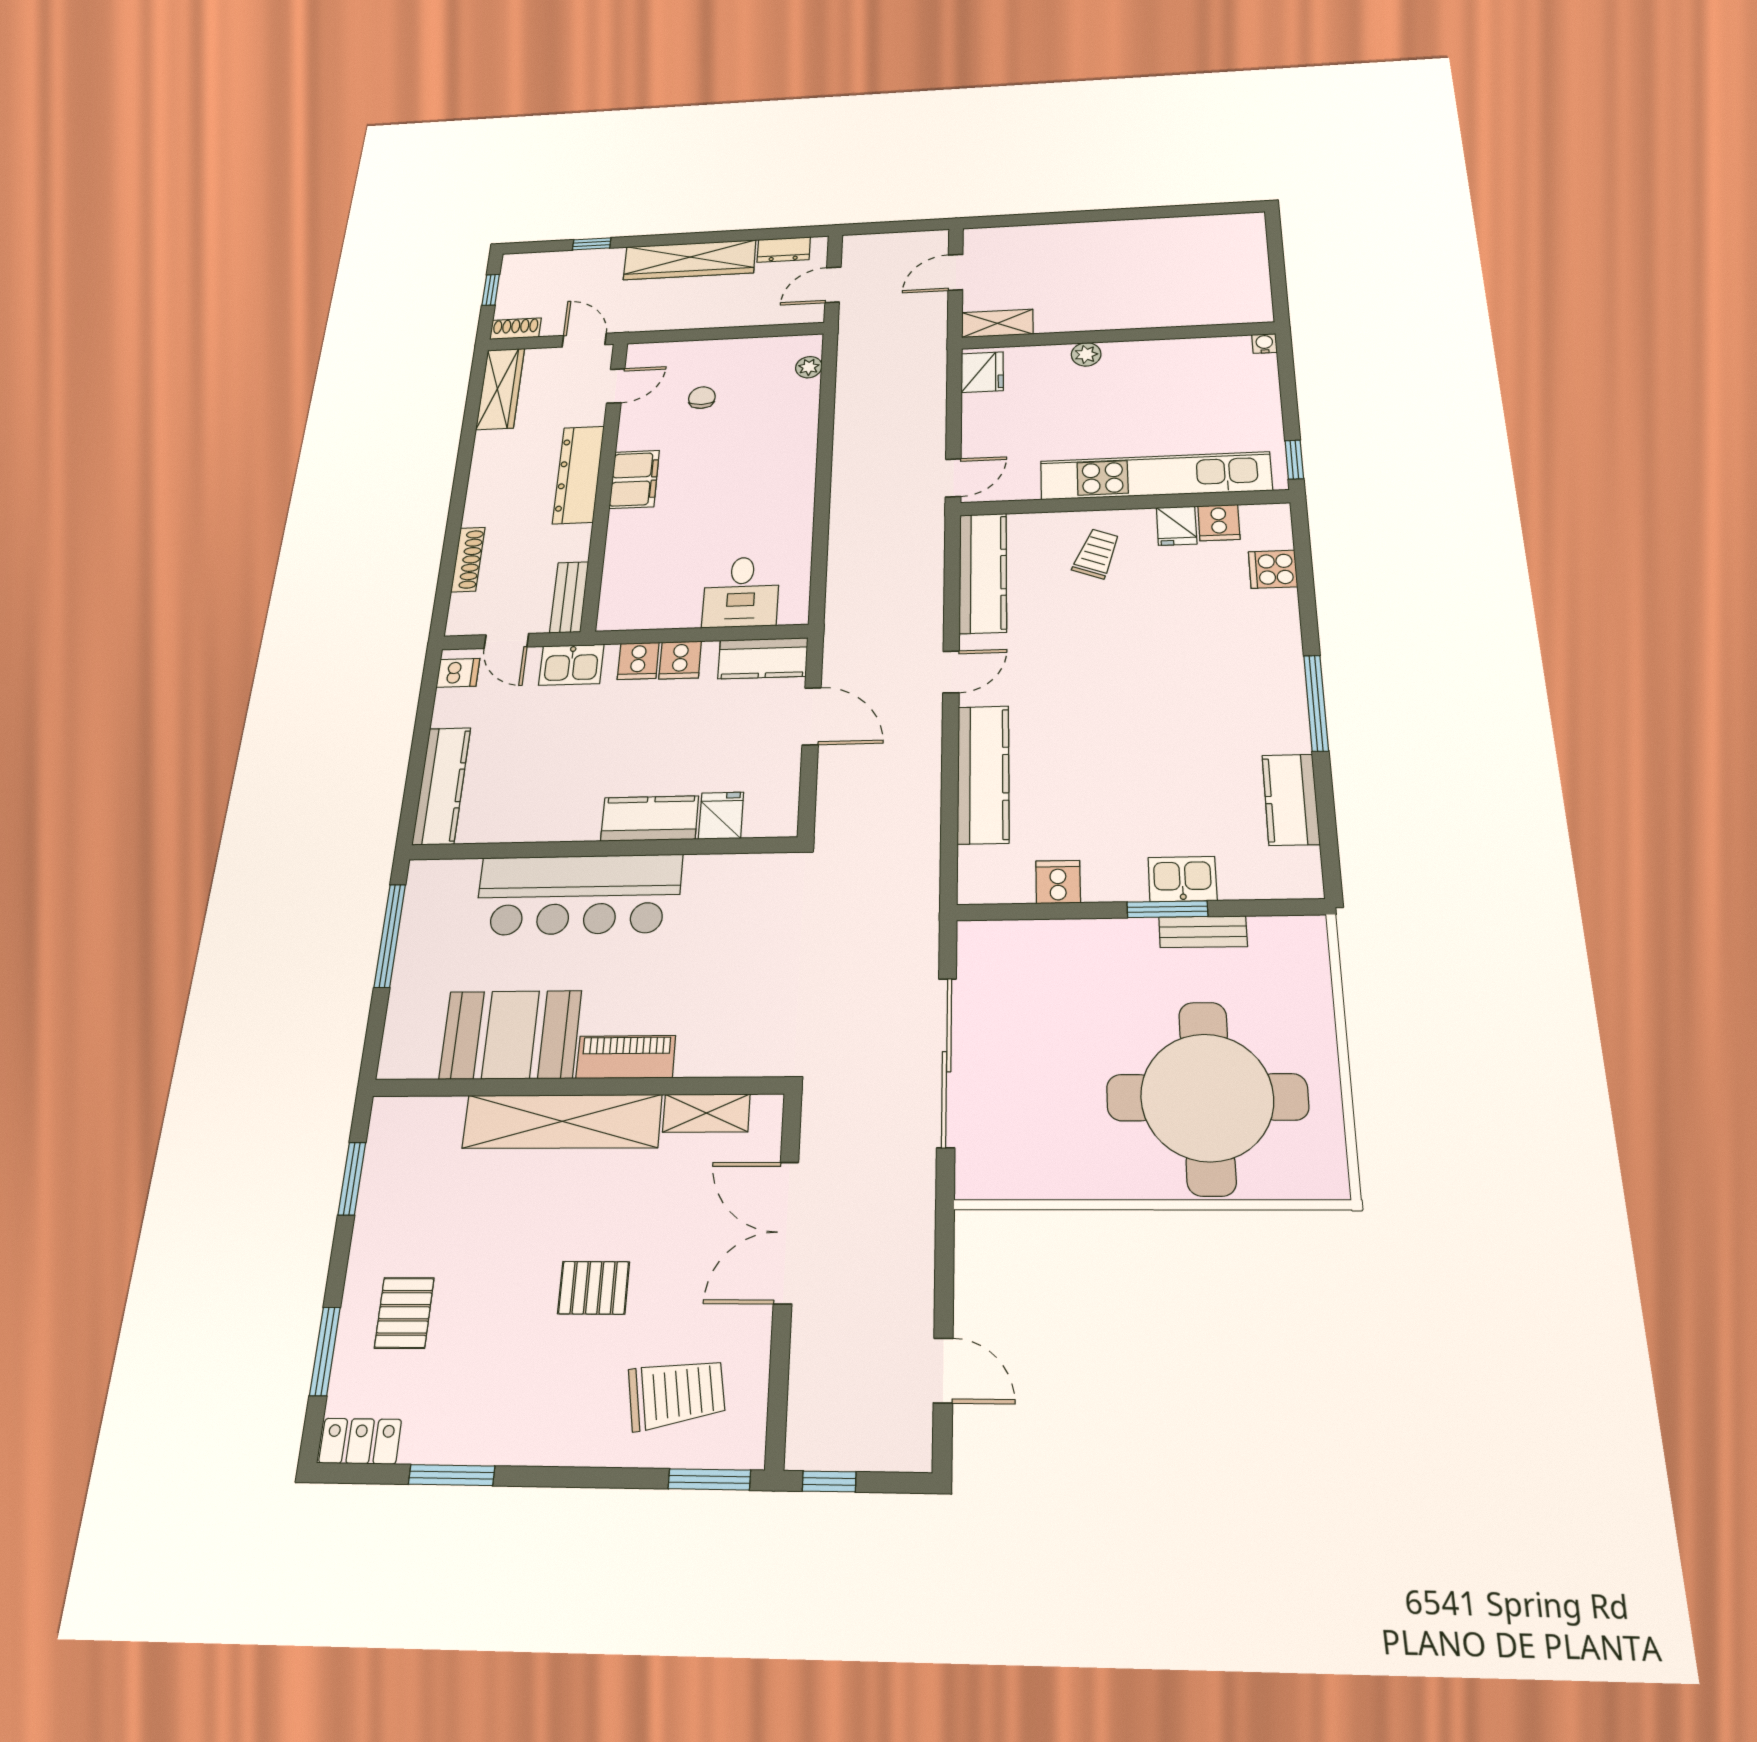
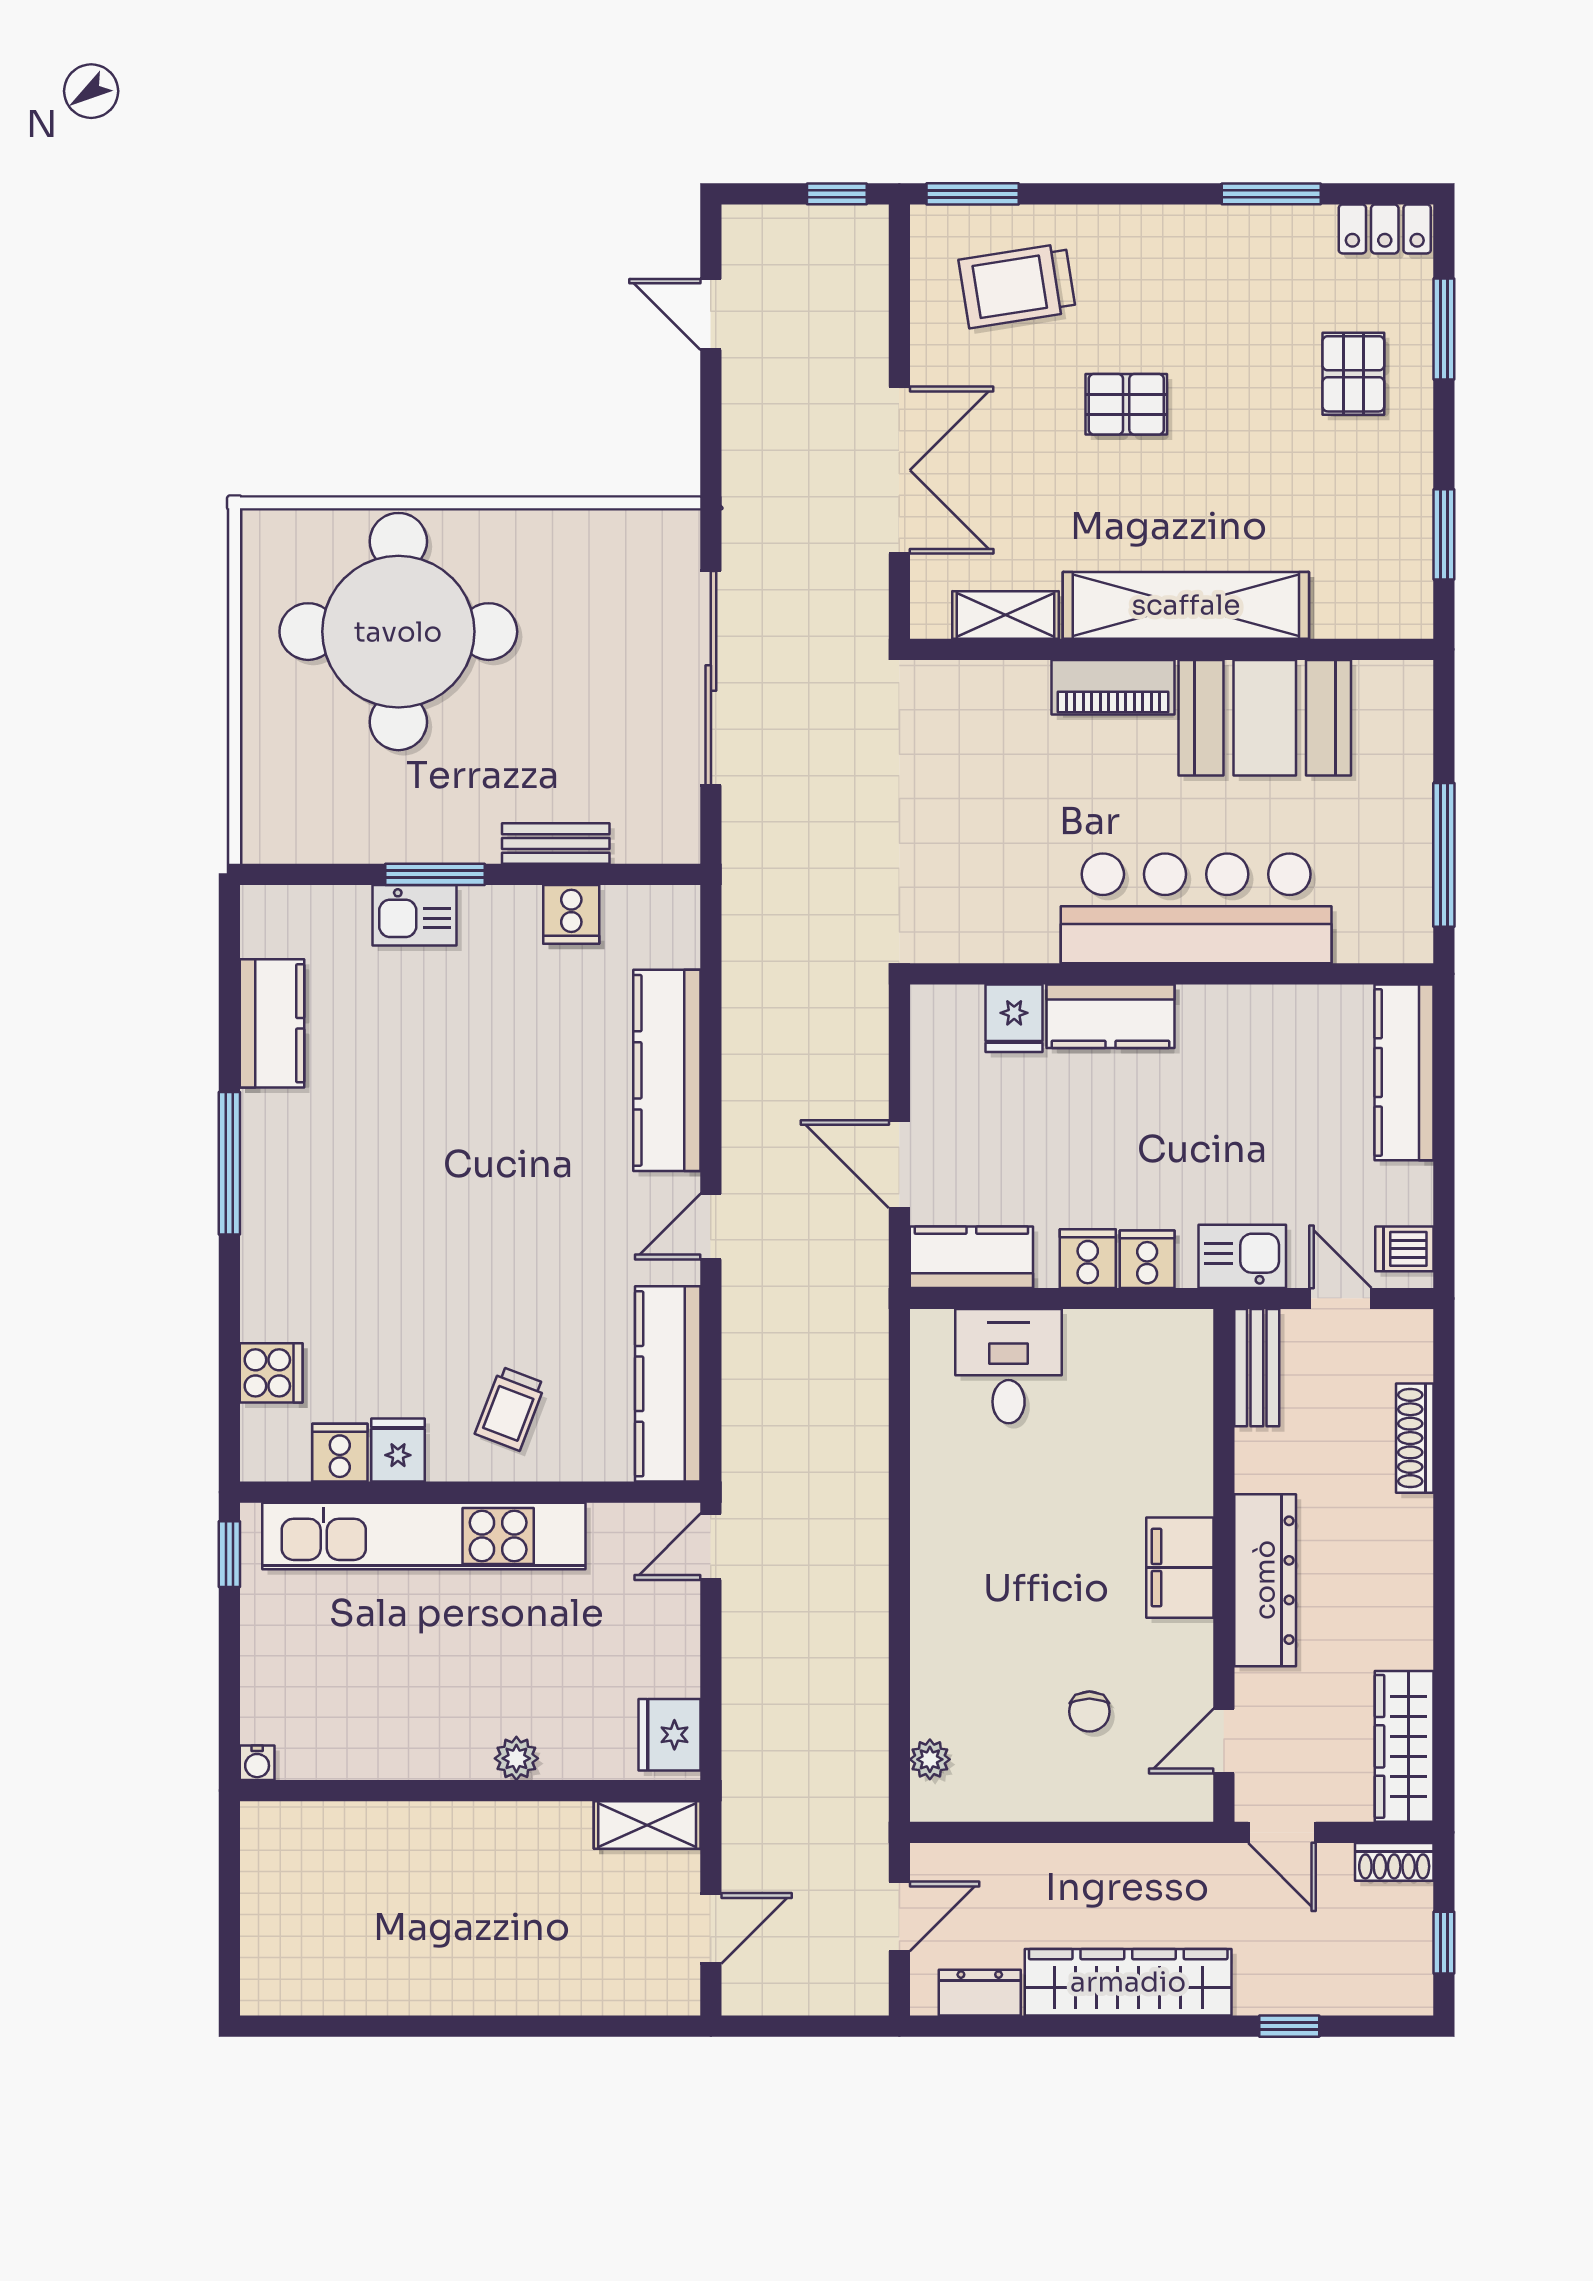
bench: (1203, 932) -> (556, 844), moved

